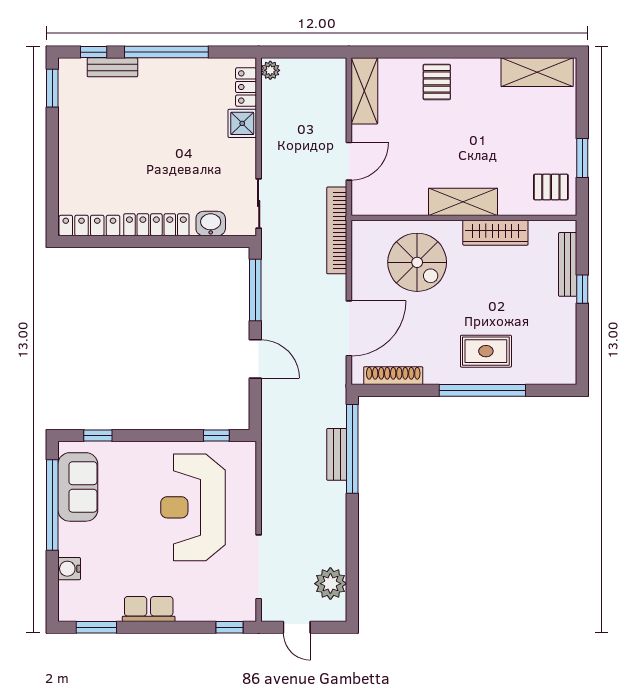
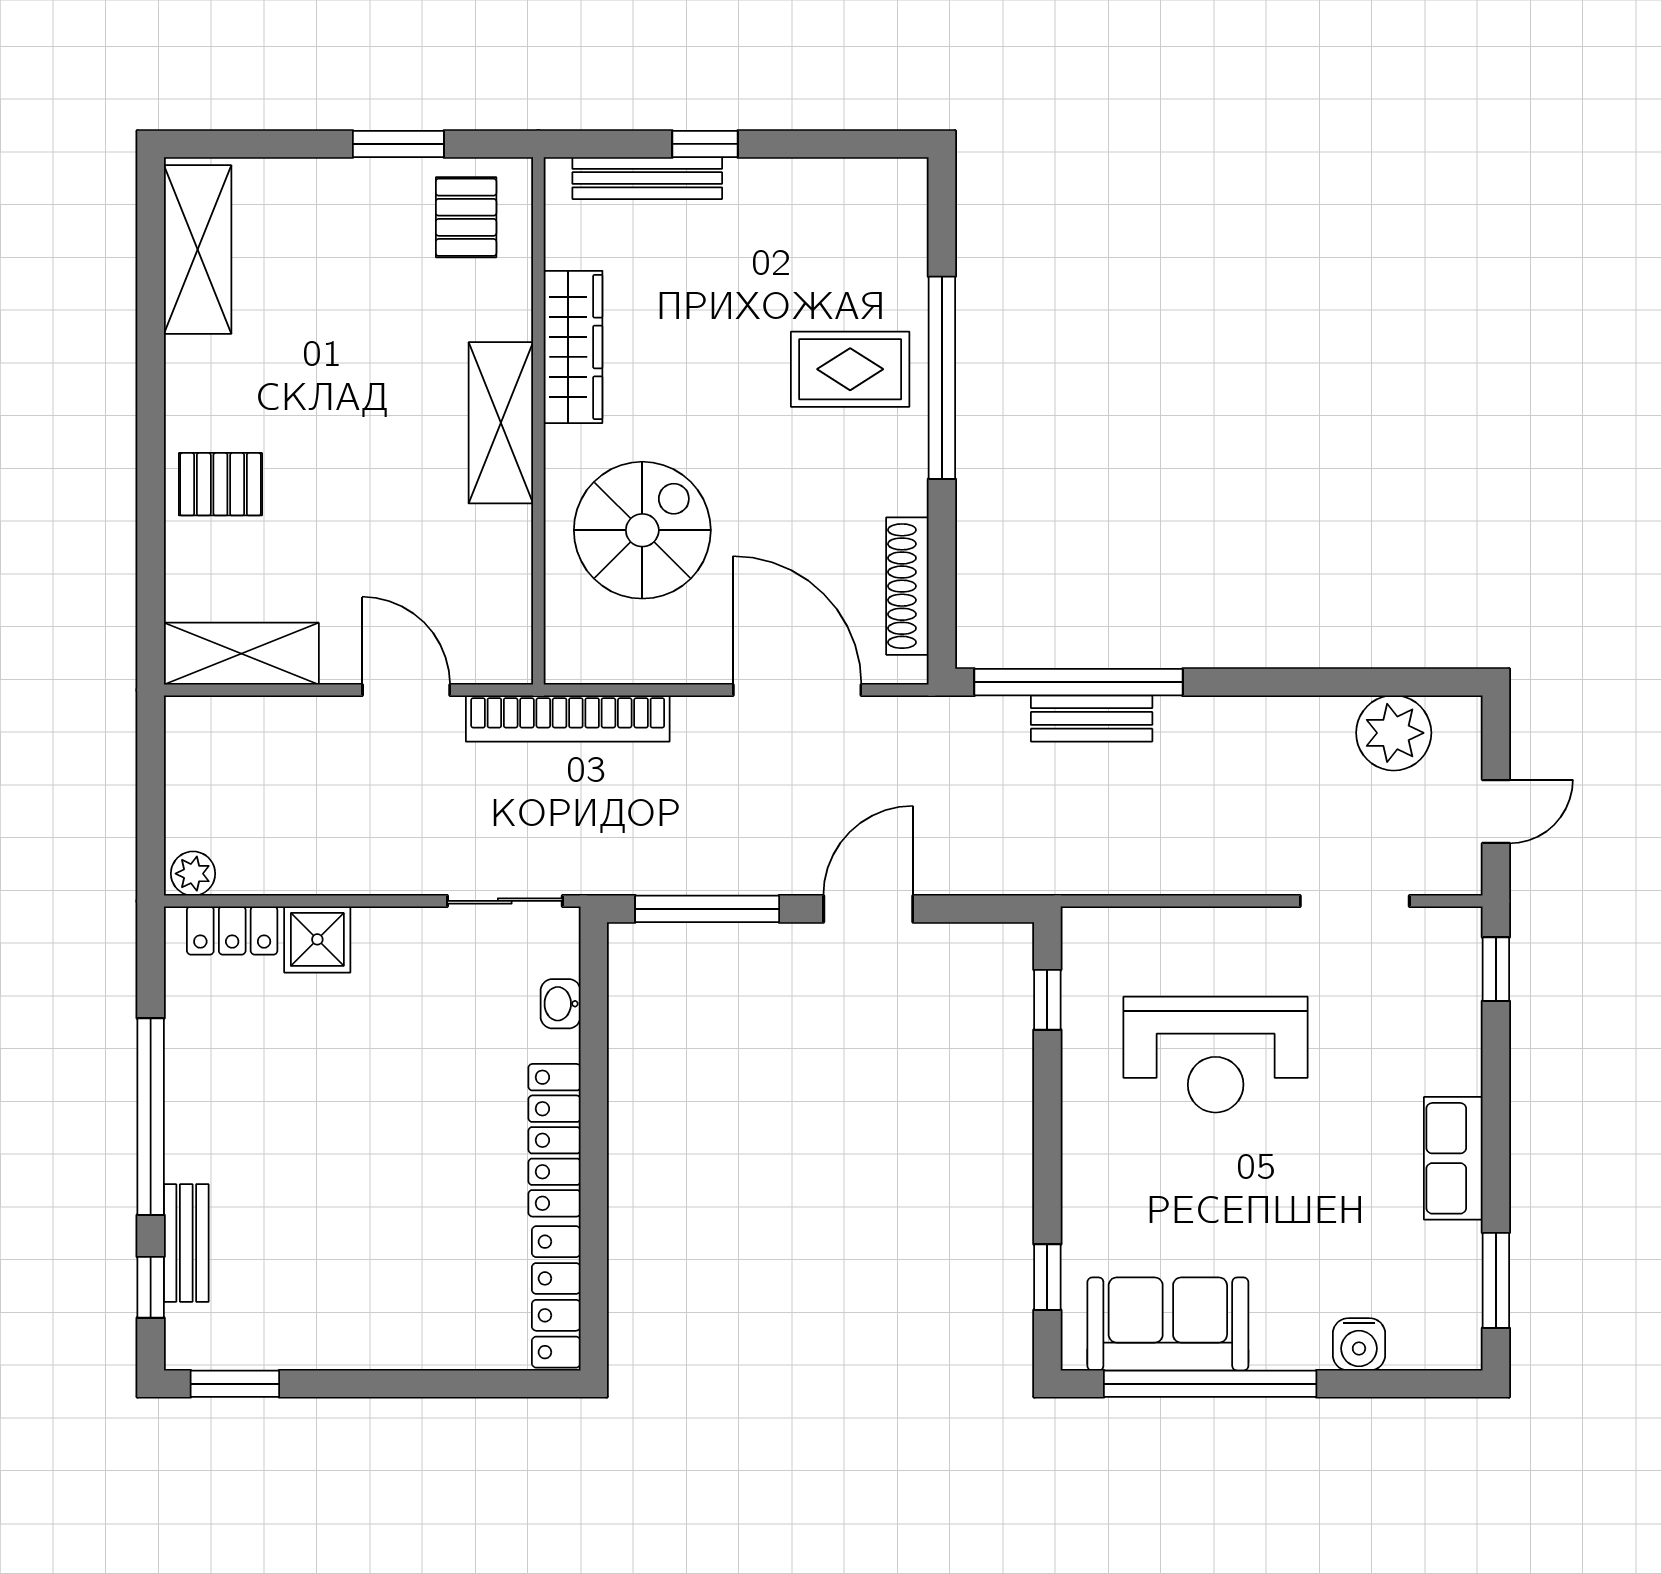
washbasin: (211, 224) -> (561, 1004), width x0.72, depth x0.69
rug: (486, 351) -> (850, 369), turned 90
reception desk: (193, 507) -> (1216, 1055), width x0.74, depth x0.77
doorway: (259, 567) -> (1355, 901), width x0.73

